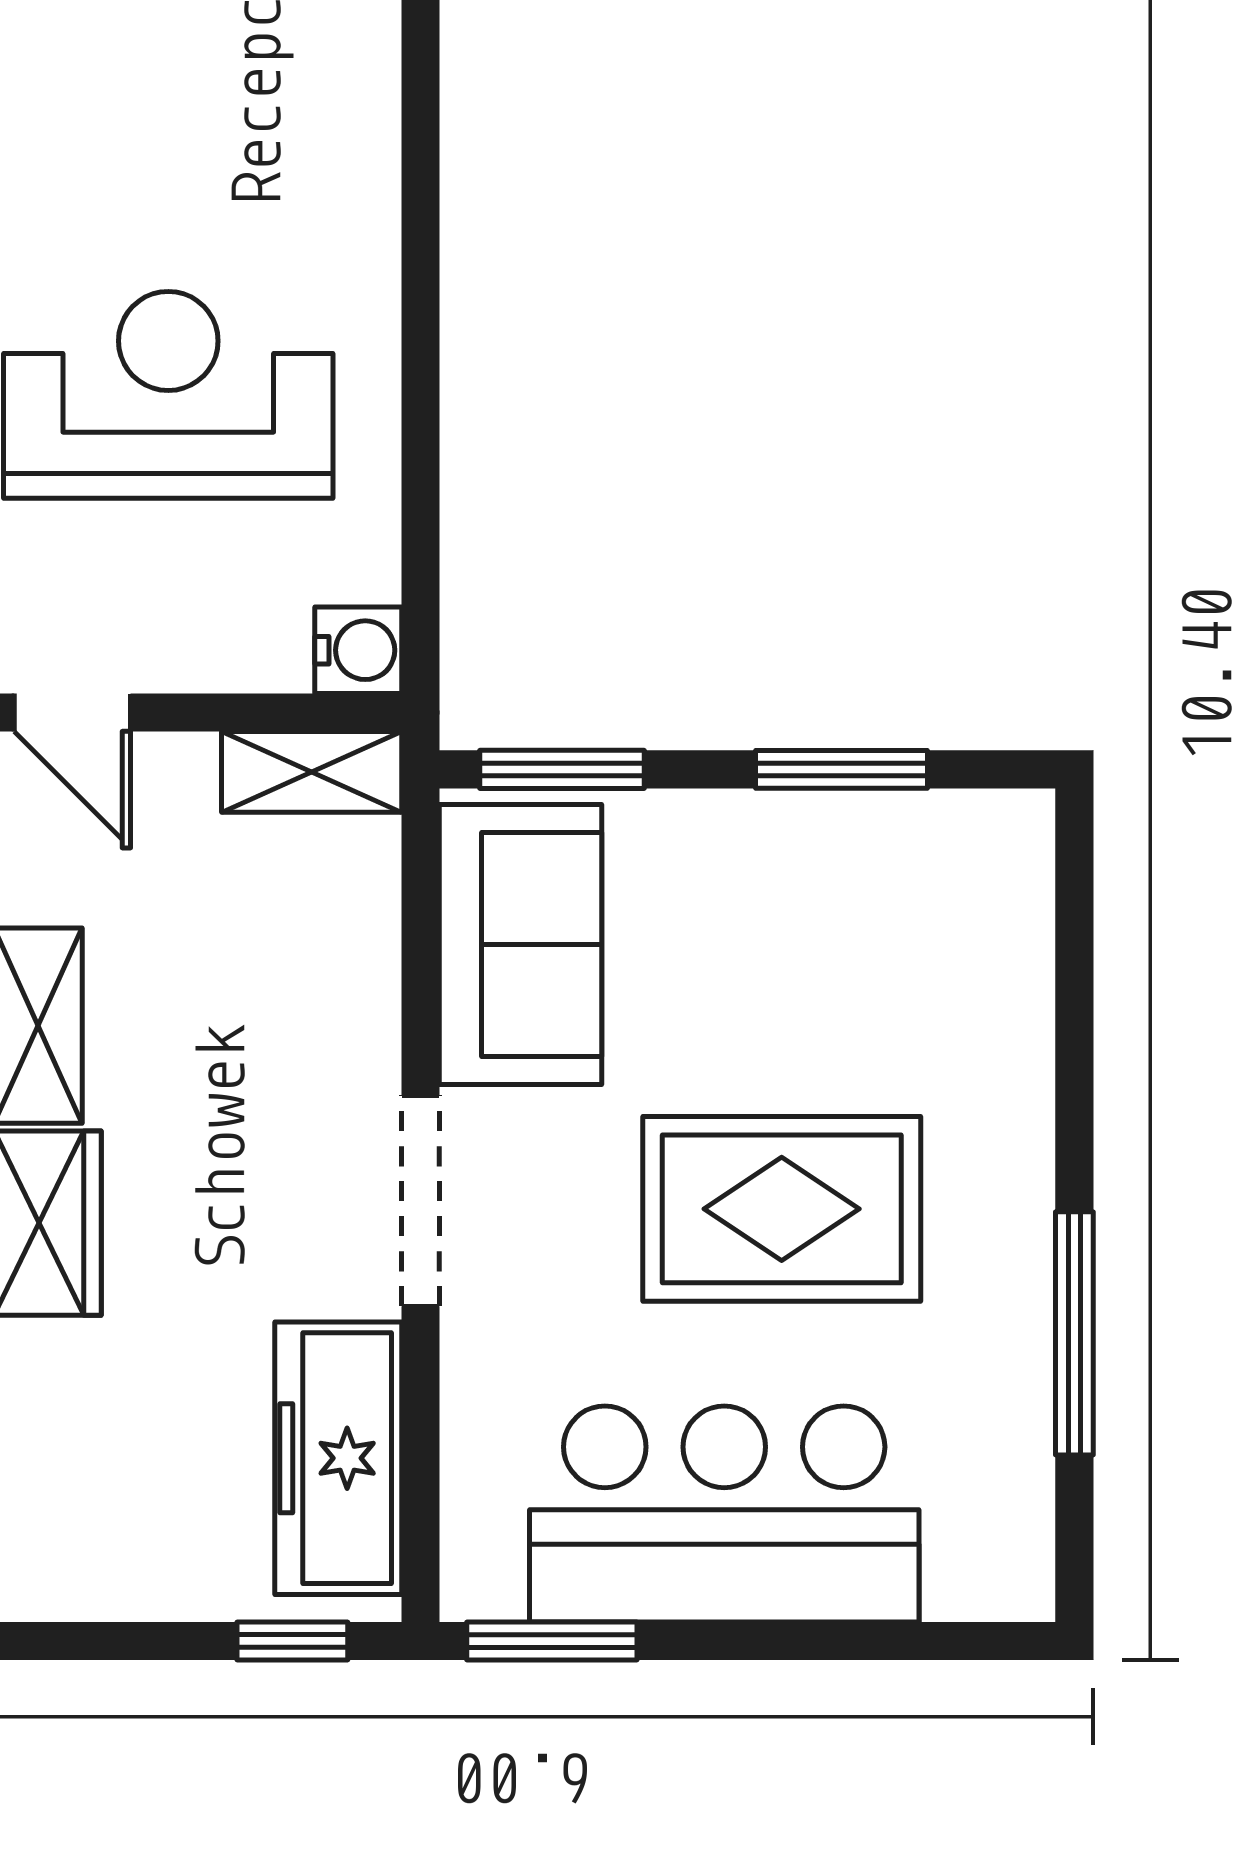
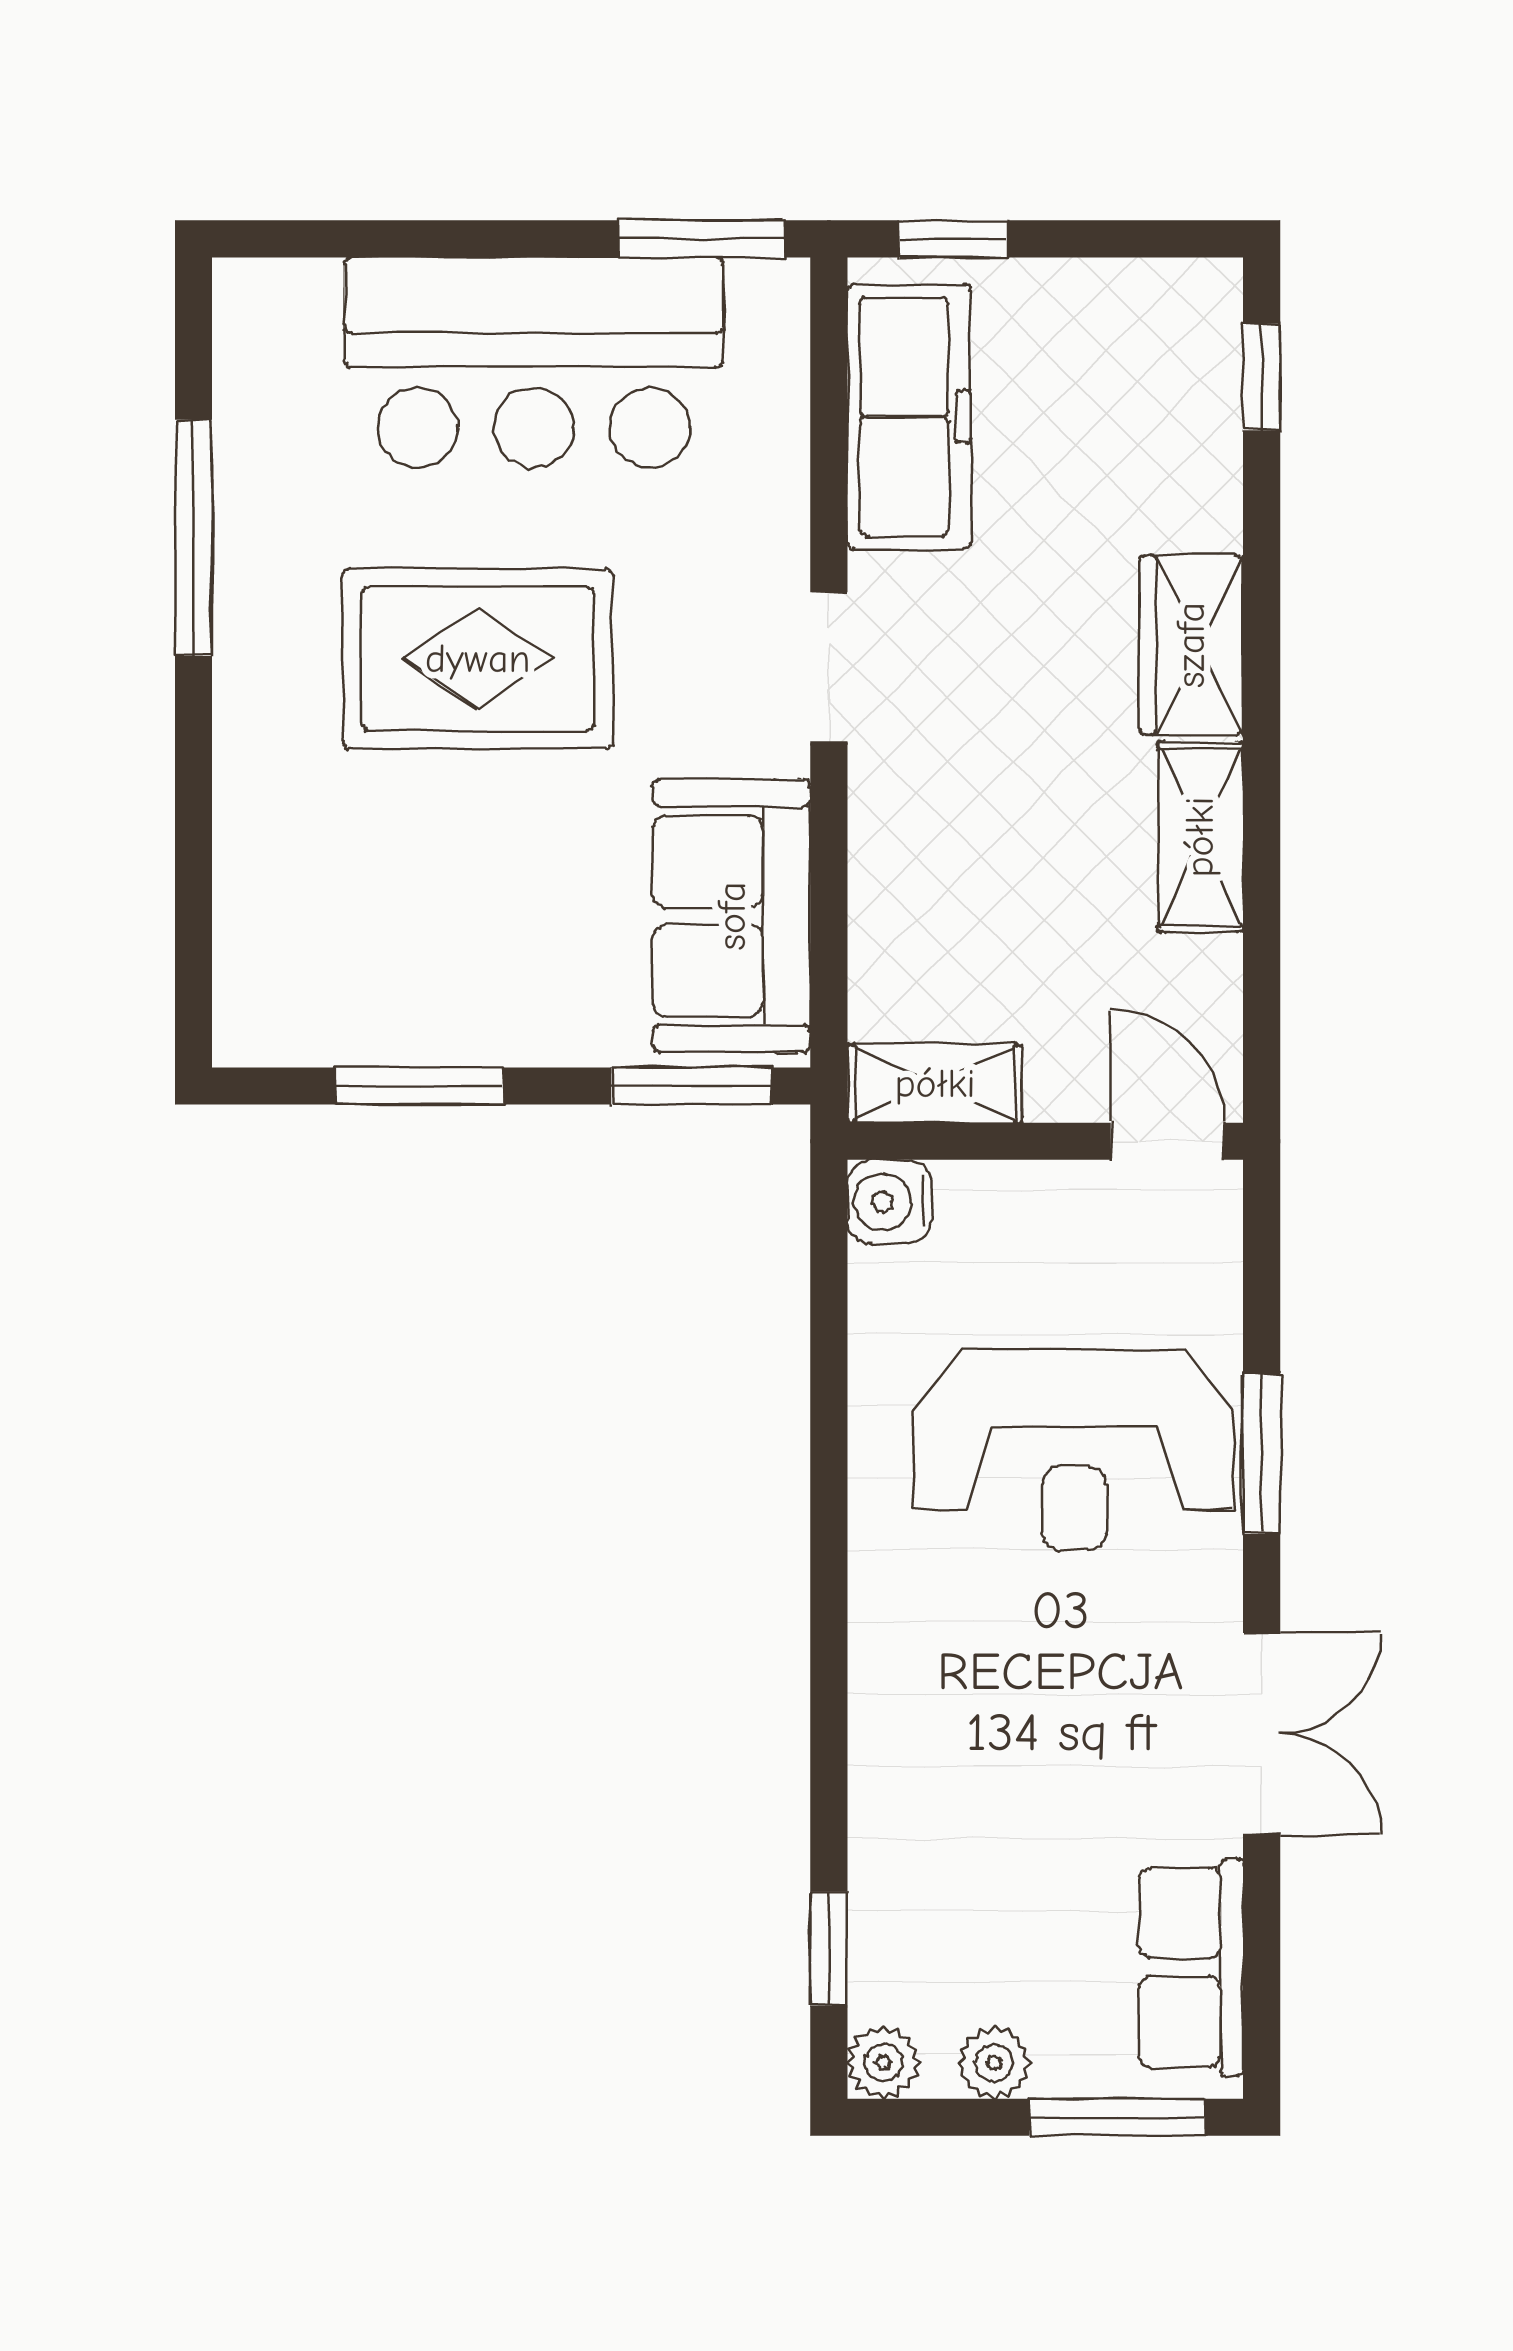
doorway: (421, 1201) -> (829, 667), width x0.73

